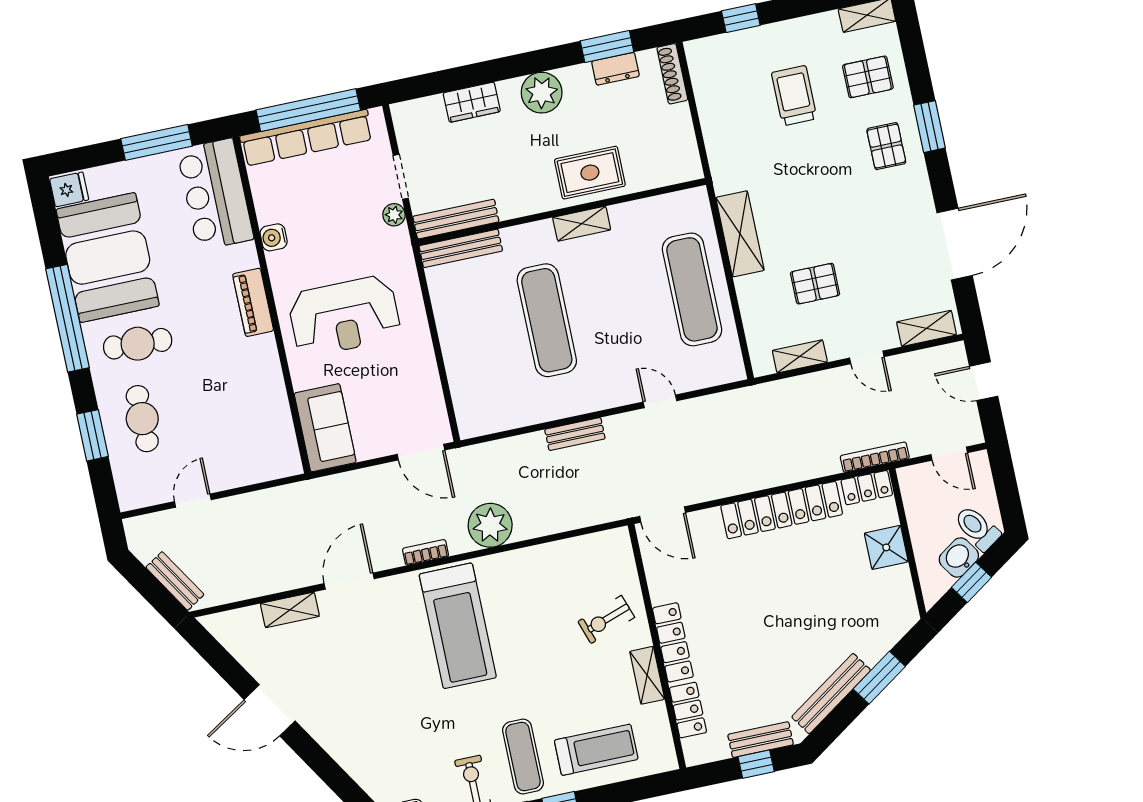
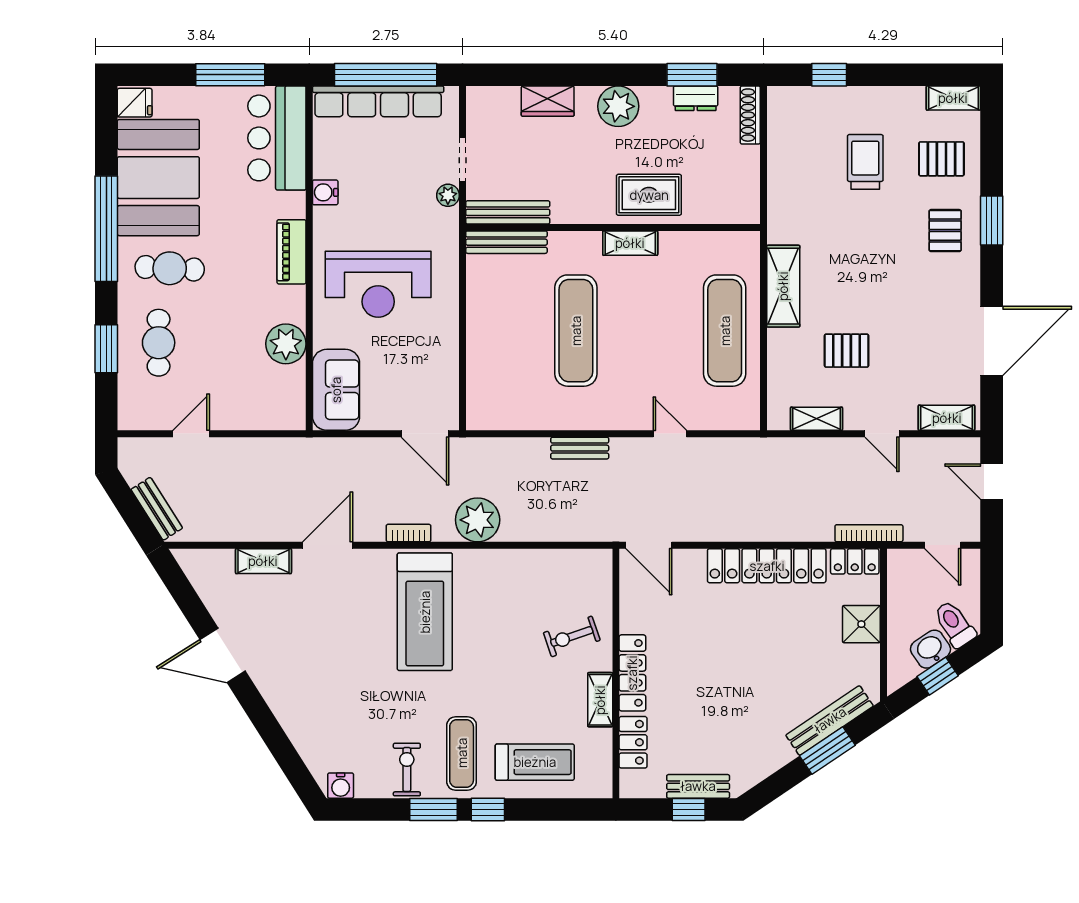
plant: (267, 393) -> (286, 344), added
bench: (831, 694) -> (830, 720), moved

